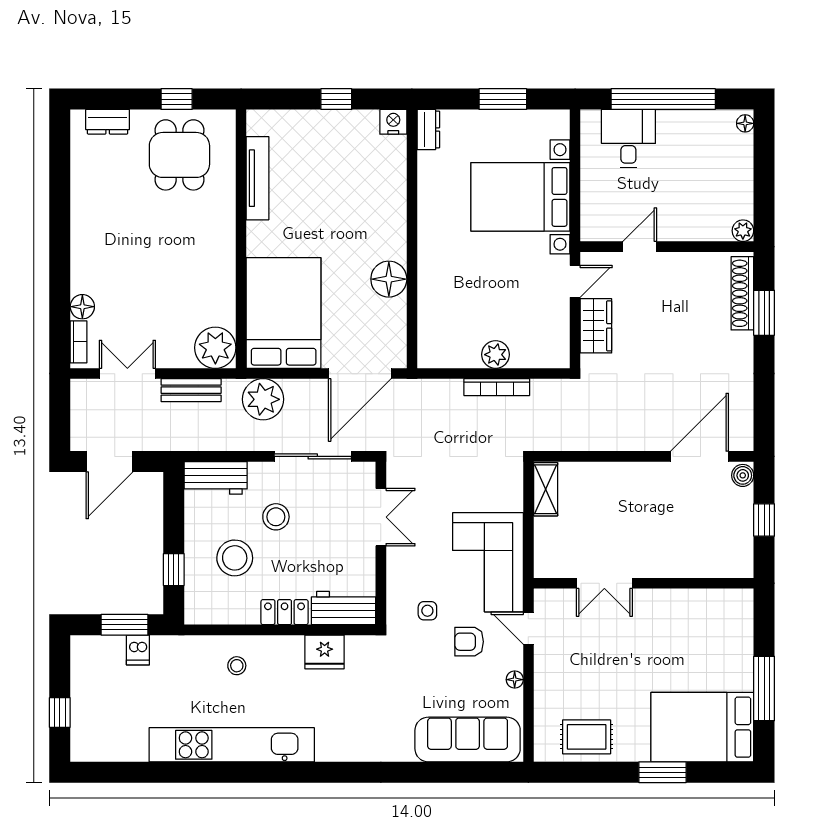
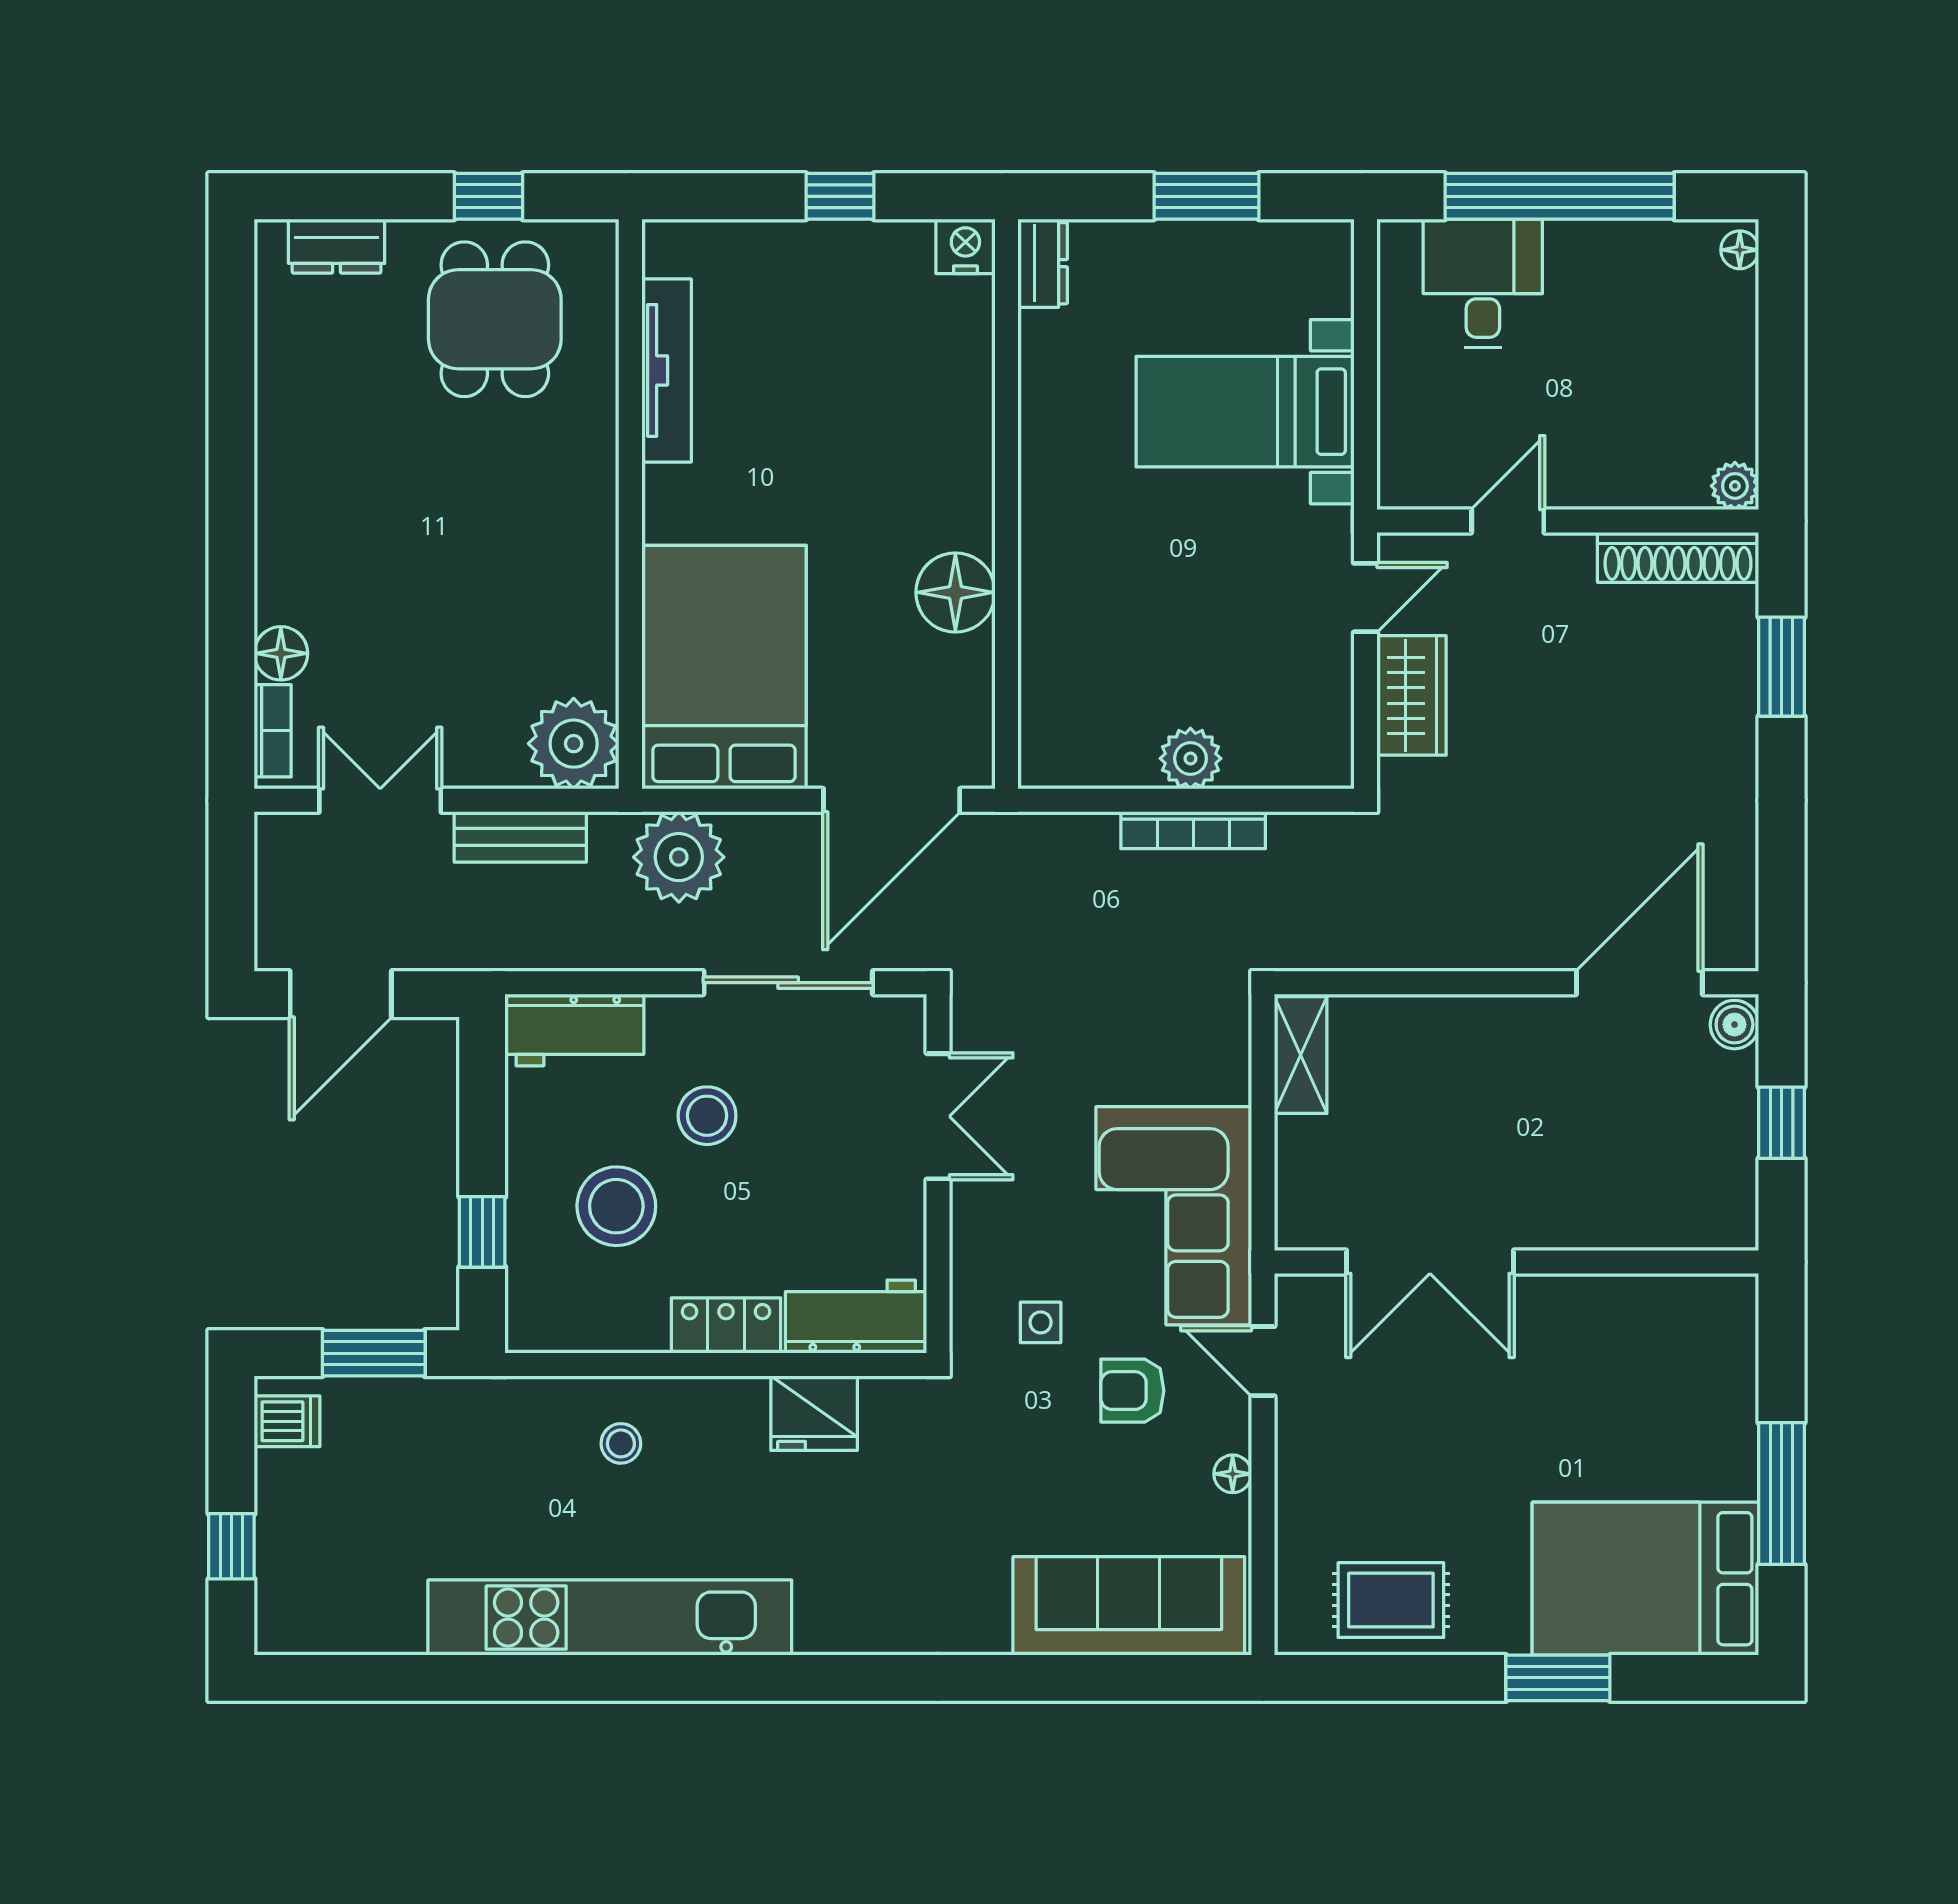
bed with nightstands: (520, 197) -> (1245, 412), width x0.73
shoe rack: (742, 293) -> (1678, 557), moved, turned -90
double door: (604, 583) -> (1430, 1262), width x1.37
dishwasher: (138, 650) -> (287, 1421), moved, turned -90

